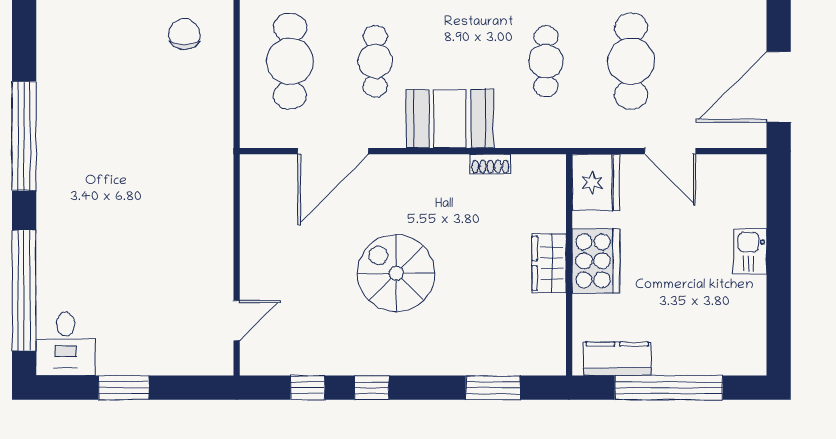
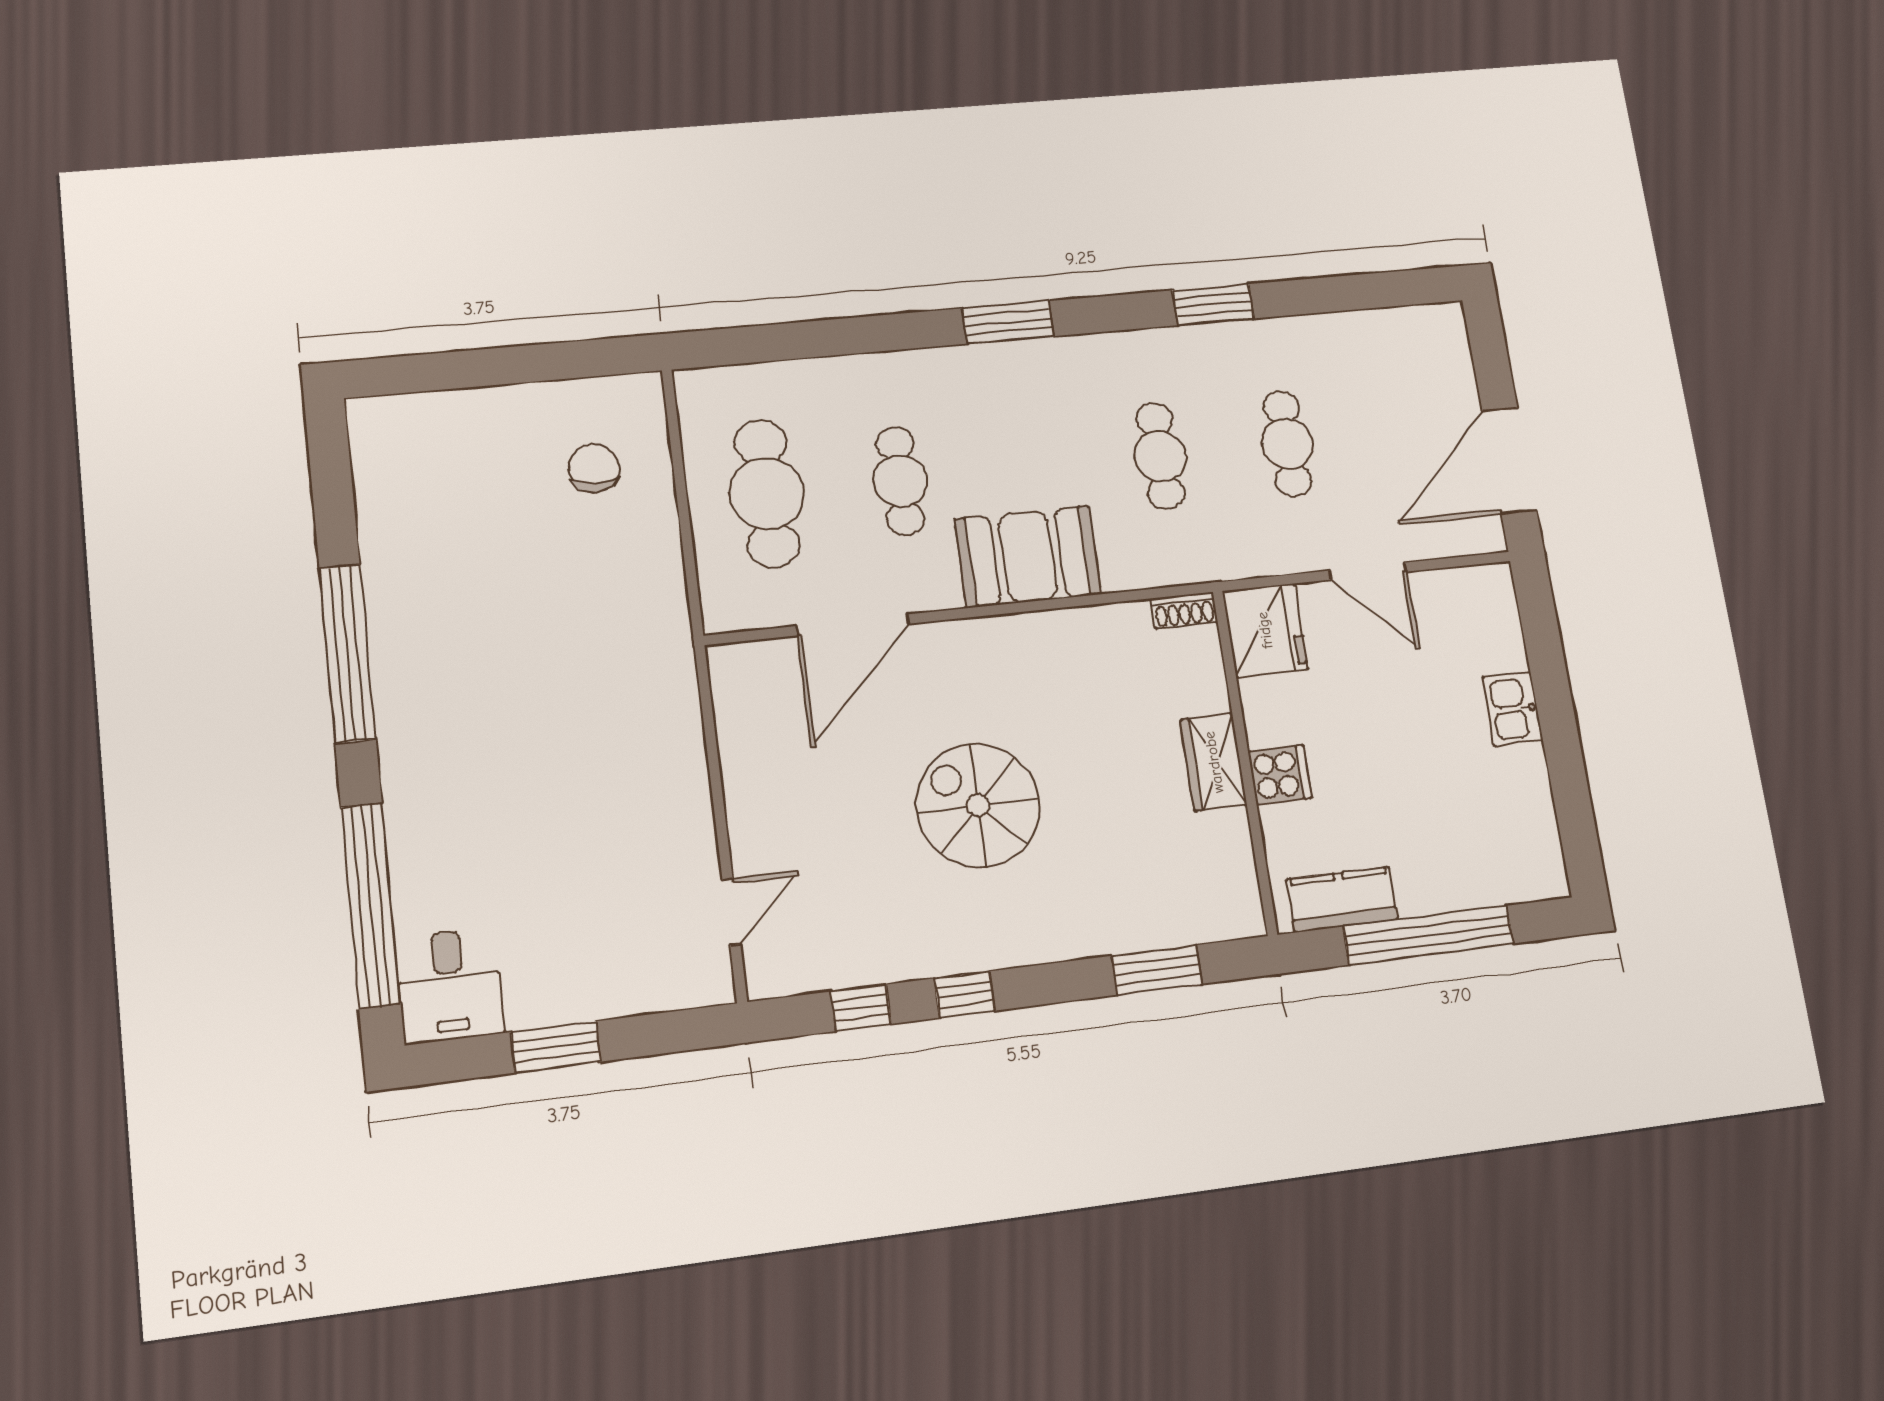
cafe table: (631, 61) -> (1287, 444), width x0.73, depth x0.74
shoe rack: (490, 164) -> (1184, 610), moved
cooker: (596, 261) -> (1280, 775), width x0.53, depth x0.76

